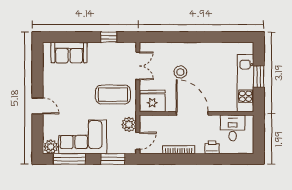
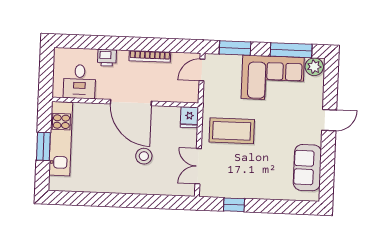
sofa: (69, 53) -> (307, 168), moved, turned -90
fridge: (152, 101) -> (189, 117), width x0.53, depth x0.75
door: (38, 106) -> (329, 120), swing flipped
plant: (129, 125) -> (213, 91), removed

